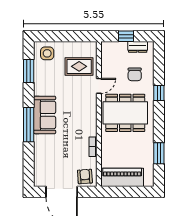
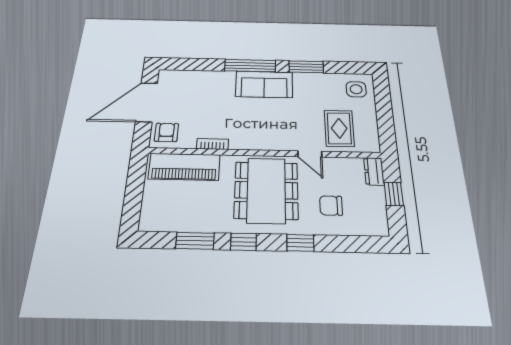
dresser: (138, 47) -> (374, 171), moved
window: (29, 71) -> (306, 67), moved
window: (159, 126) -> (244, 242), added
armchair: (85, 177) -> (166, 132), turned -86
piano: (122, 177) -> (184, 167), moved, turned 90

